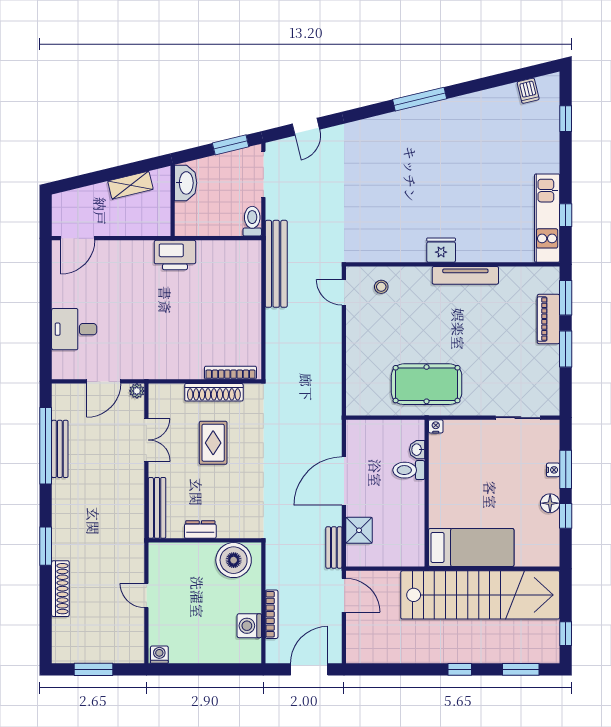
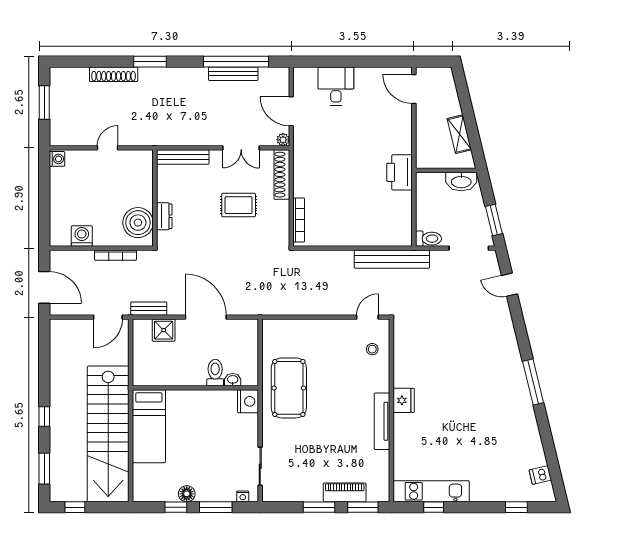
shoe rack: (214, 392) -> (282, 175), moved
nightstand: (436, 426) -> (248, 401), width x1.89, depth x1.79
nightstand: (553, 470) -> (243, 496), moved
dresser: (200, 530) -> (164, 216), moved
bookcase: (272, 614) -> (115, 255), moved

